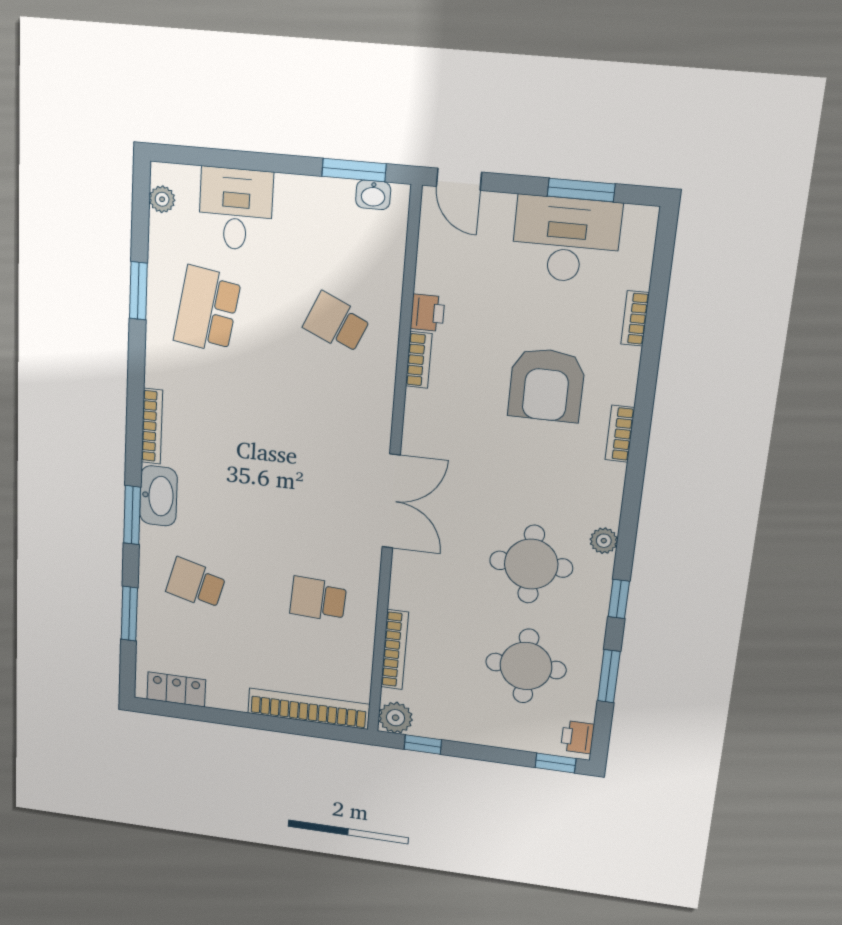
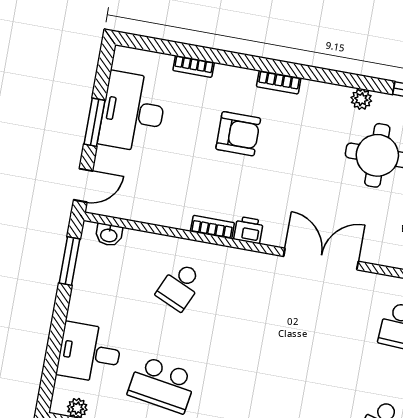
window: (581, 190) -> (94, 122), moved
washbasin: (373, 195) -> (109, 235), moved, turned 90
printer: (427, 313) -> (249, 230), moved
armchair: (546, 385) -> (238, 134), width x0.73, depth x0.73

